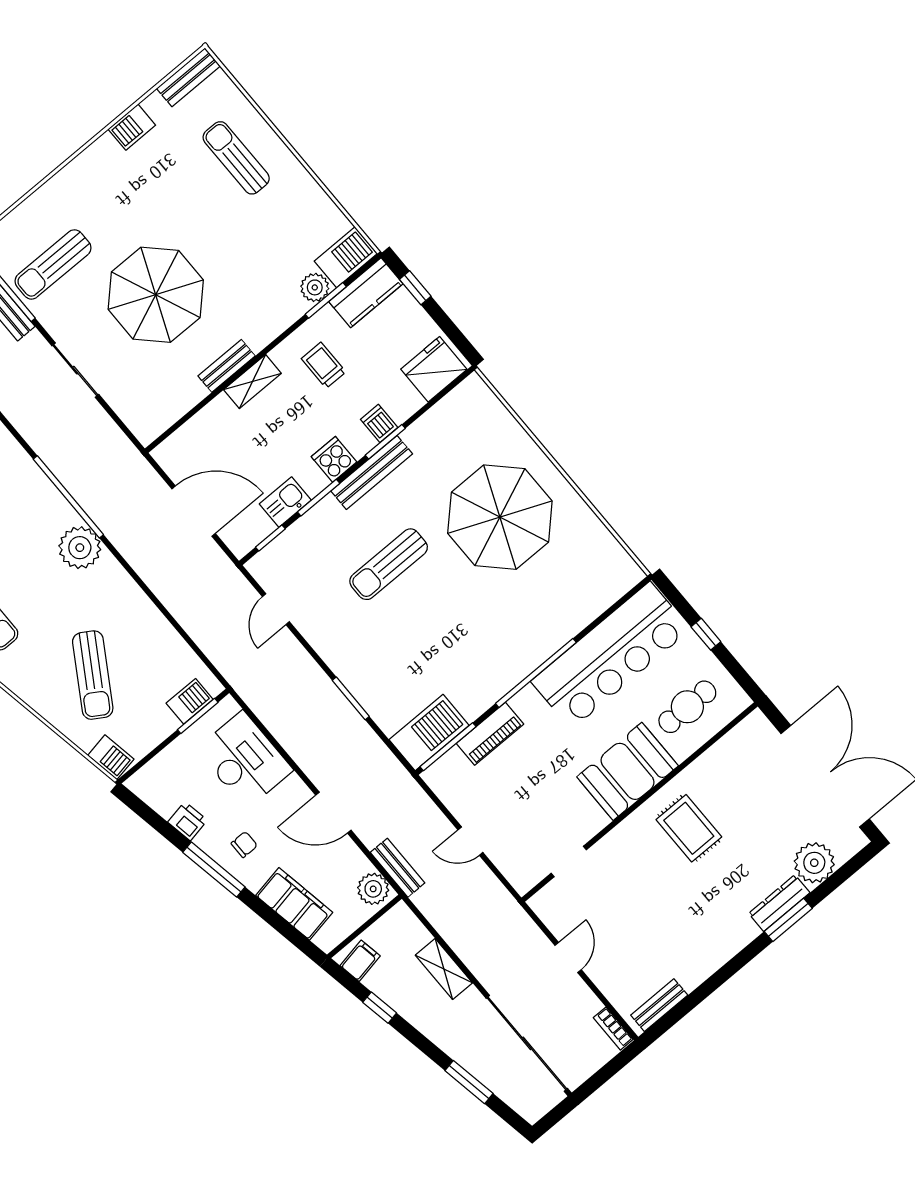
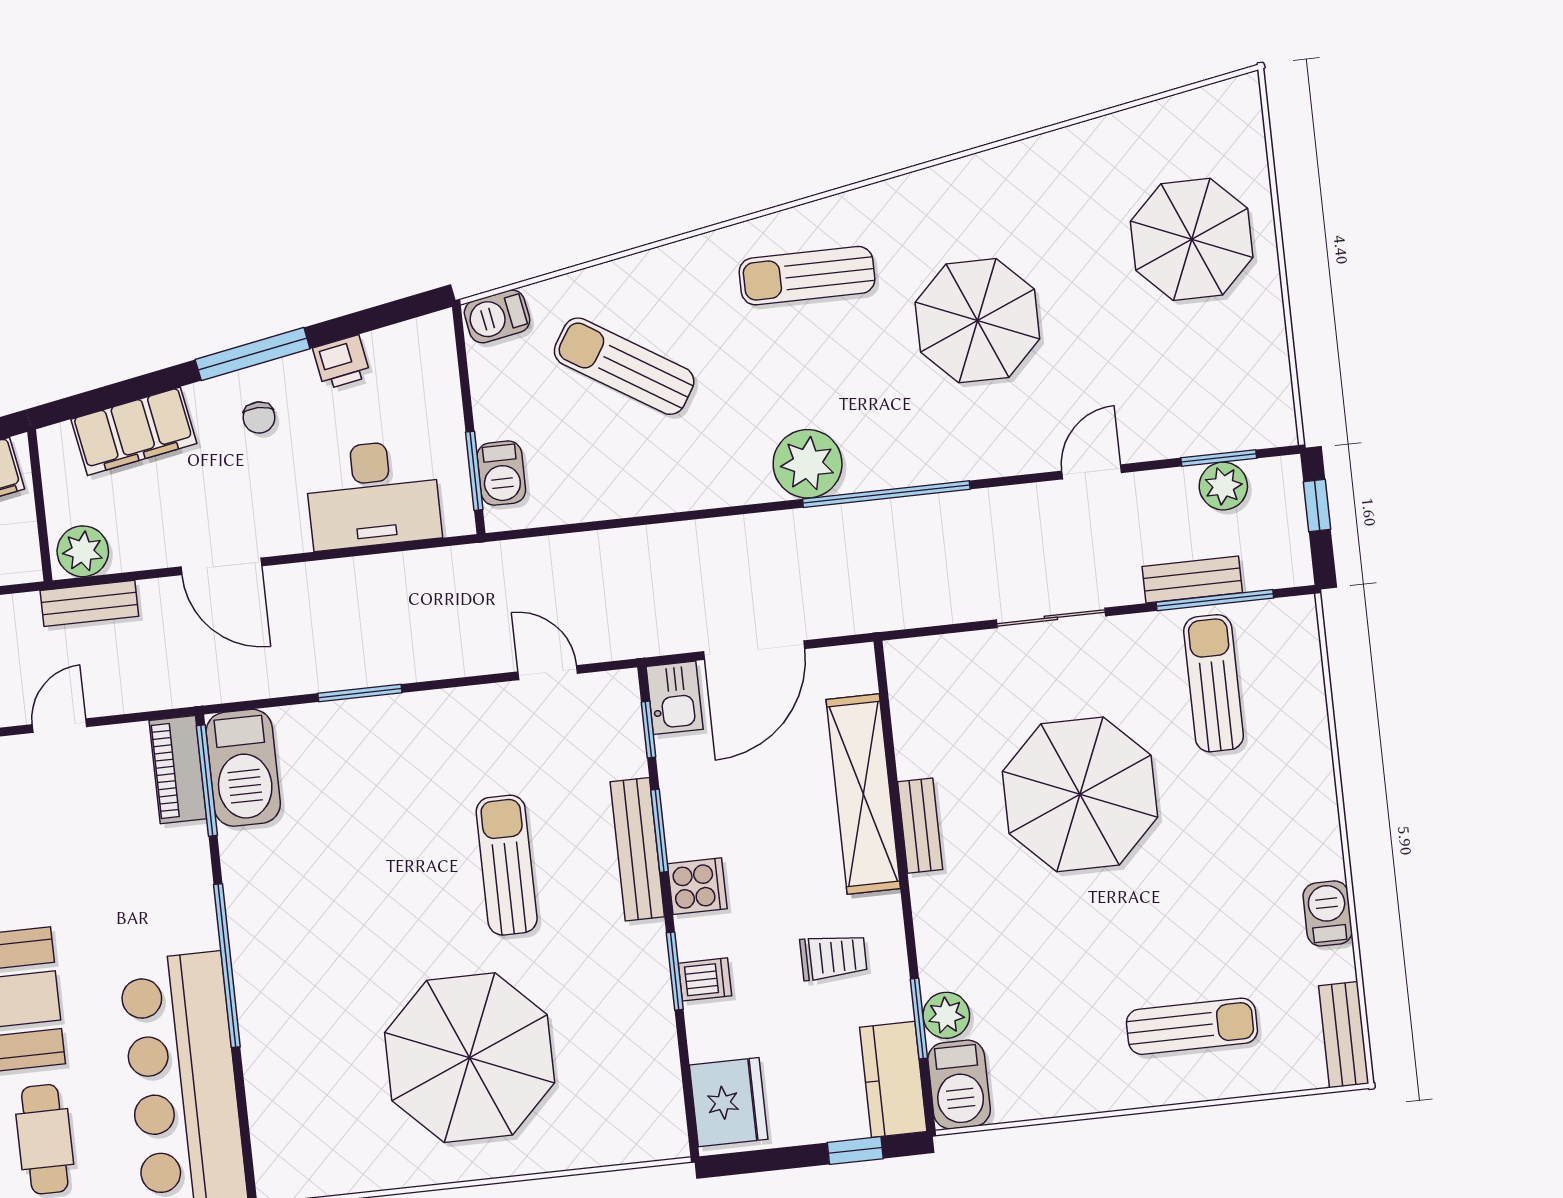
shelving: (252, 382) -> (863, 794), width x2.20, depth x1.33
bench: (372, 472) -> (637, 849), moved
kitchen sink: (285, 502) -> (675, 698), moved
piano: (490, 734) -> (178, 770), moved
door: (333, 813) -> (221, 566), swing flipped

